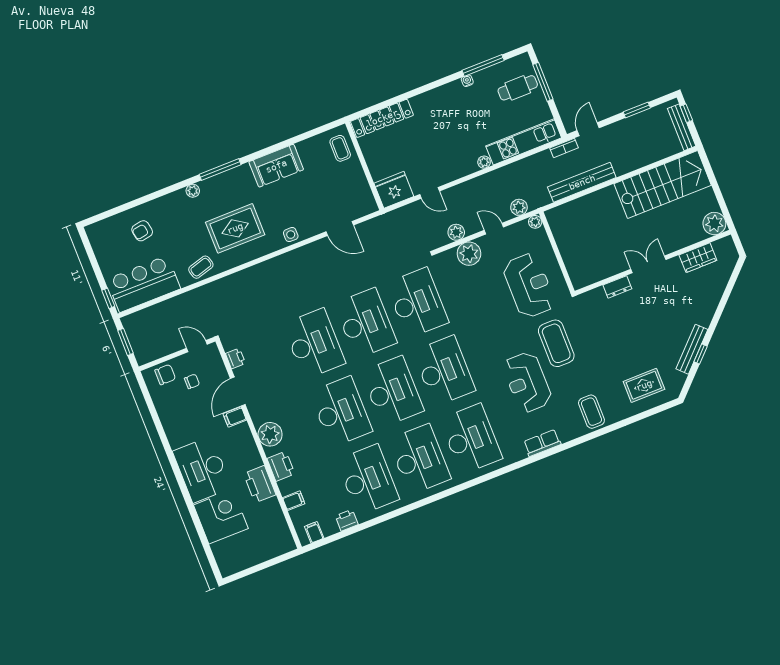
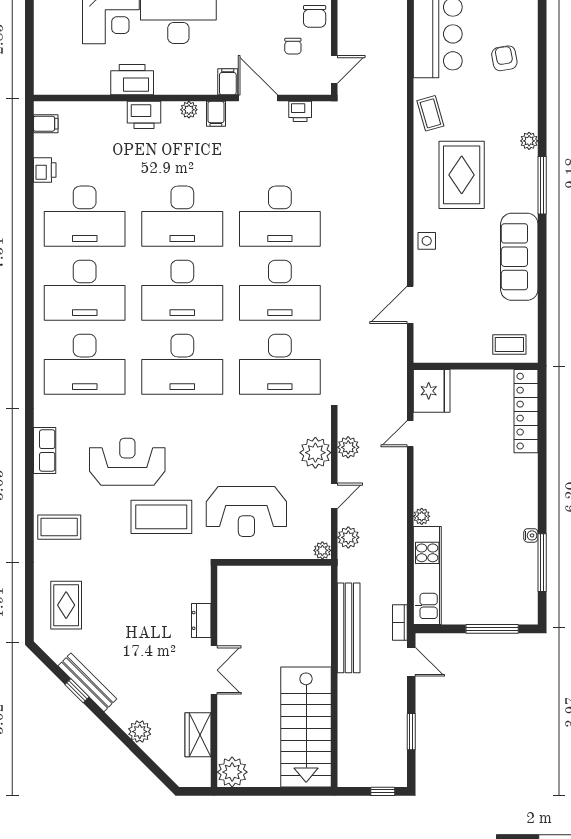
cafe table: (518, 88) -> (497, 595), removed
bench: (682, 127) -> (368, 779), removed
sofa: (276, 166) -> (519, 257), width x1.36
plant: (712, 299) -> (140, 732), added
plant: (270, 434) -> (189, 110), width x0.53, depth x0.53
filing cabinet: (294, 501) -> (216, 114), moved

